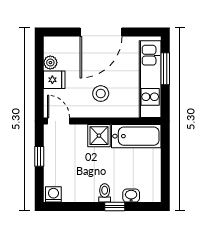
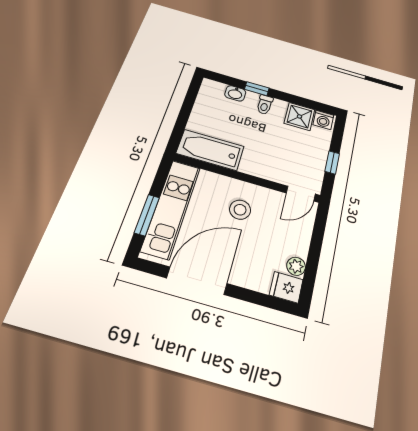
door: (101, 32) -> (197, 281), moved
fridge: (54, 80) -> (286, 287), moved
door: (59, 121) -> (301, 194), hinge flipped
shower: (99, 136) -> (299, 116), moved

